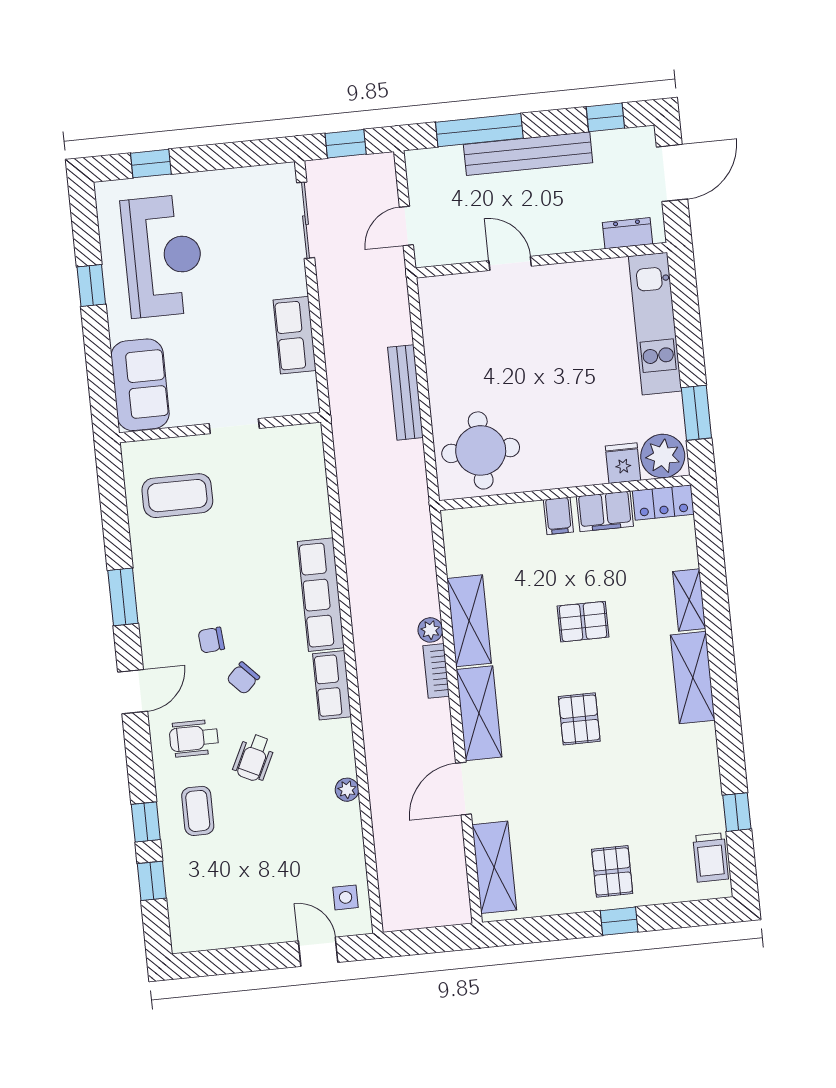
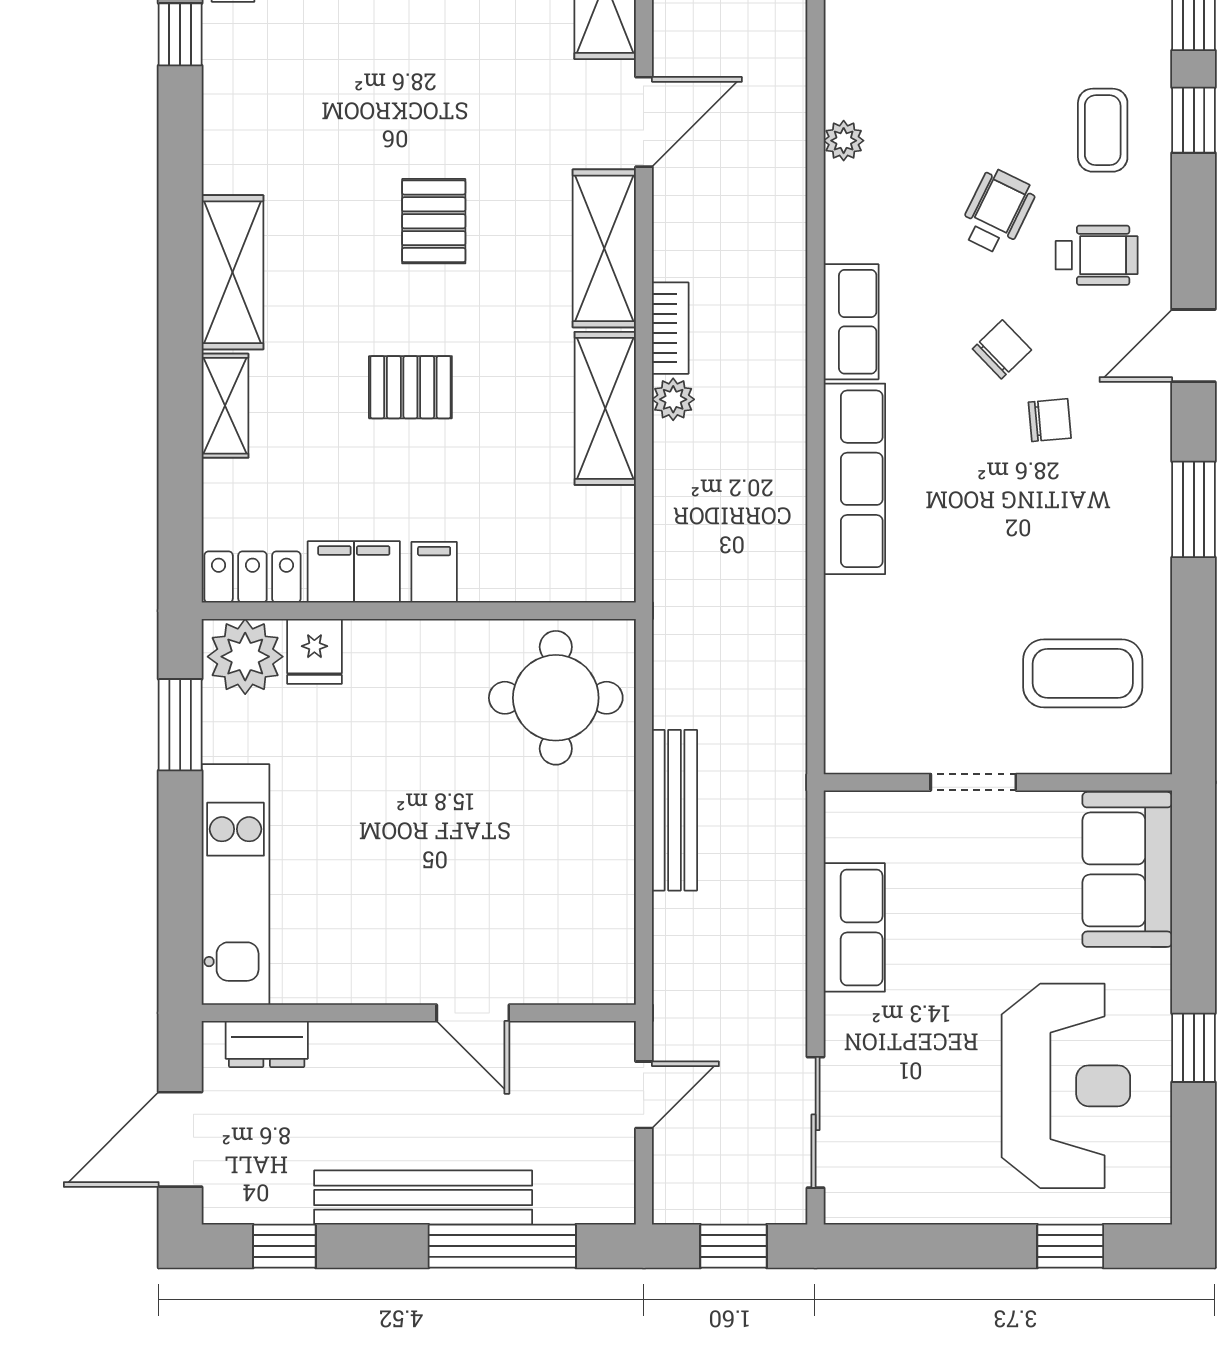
reception desk: (163, 256) -> (1066, 1086), turned 180

